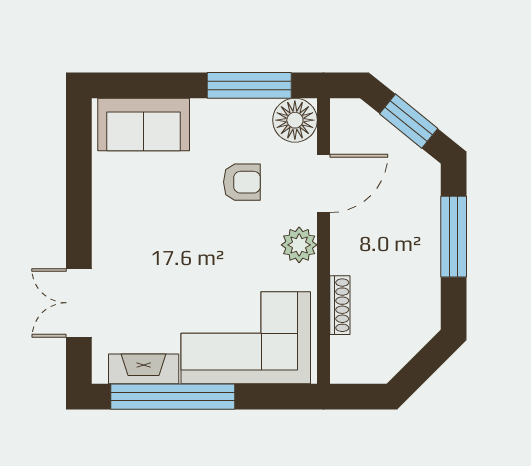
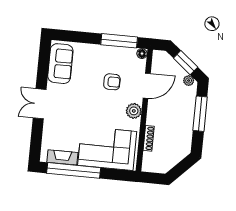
floor lamp: (295, 120) -> (142, 54), width x0.53, depth x0.53
sofa: (144, 125) -> (60, 64), moved, turned -90
plant: (420, 162) -> (189, 81), added
double door: (79, 303) -> (40, 104), moved

